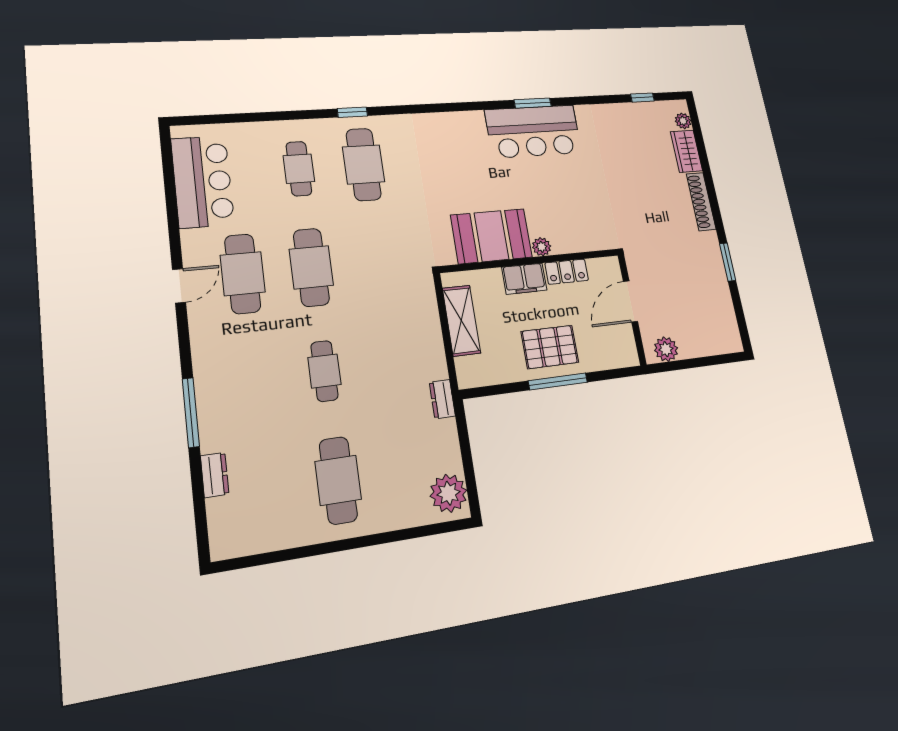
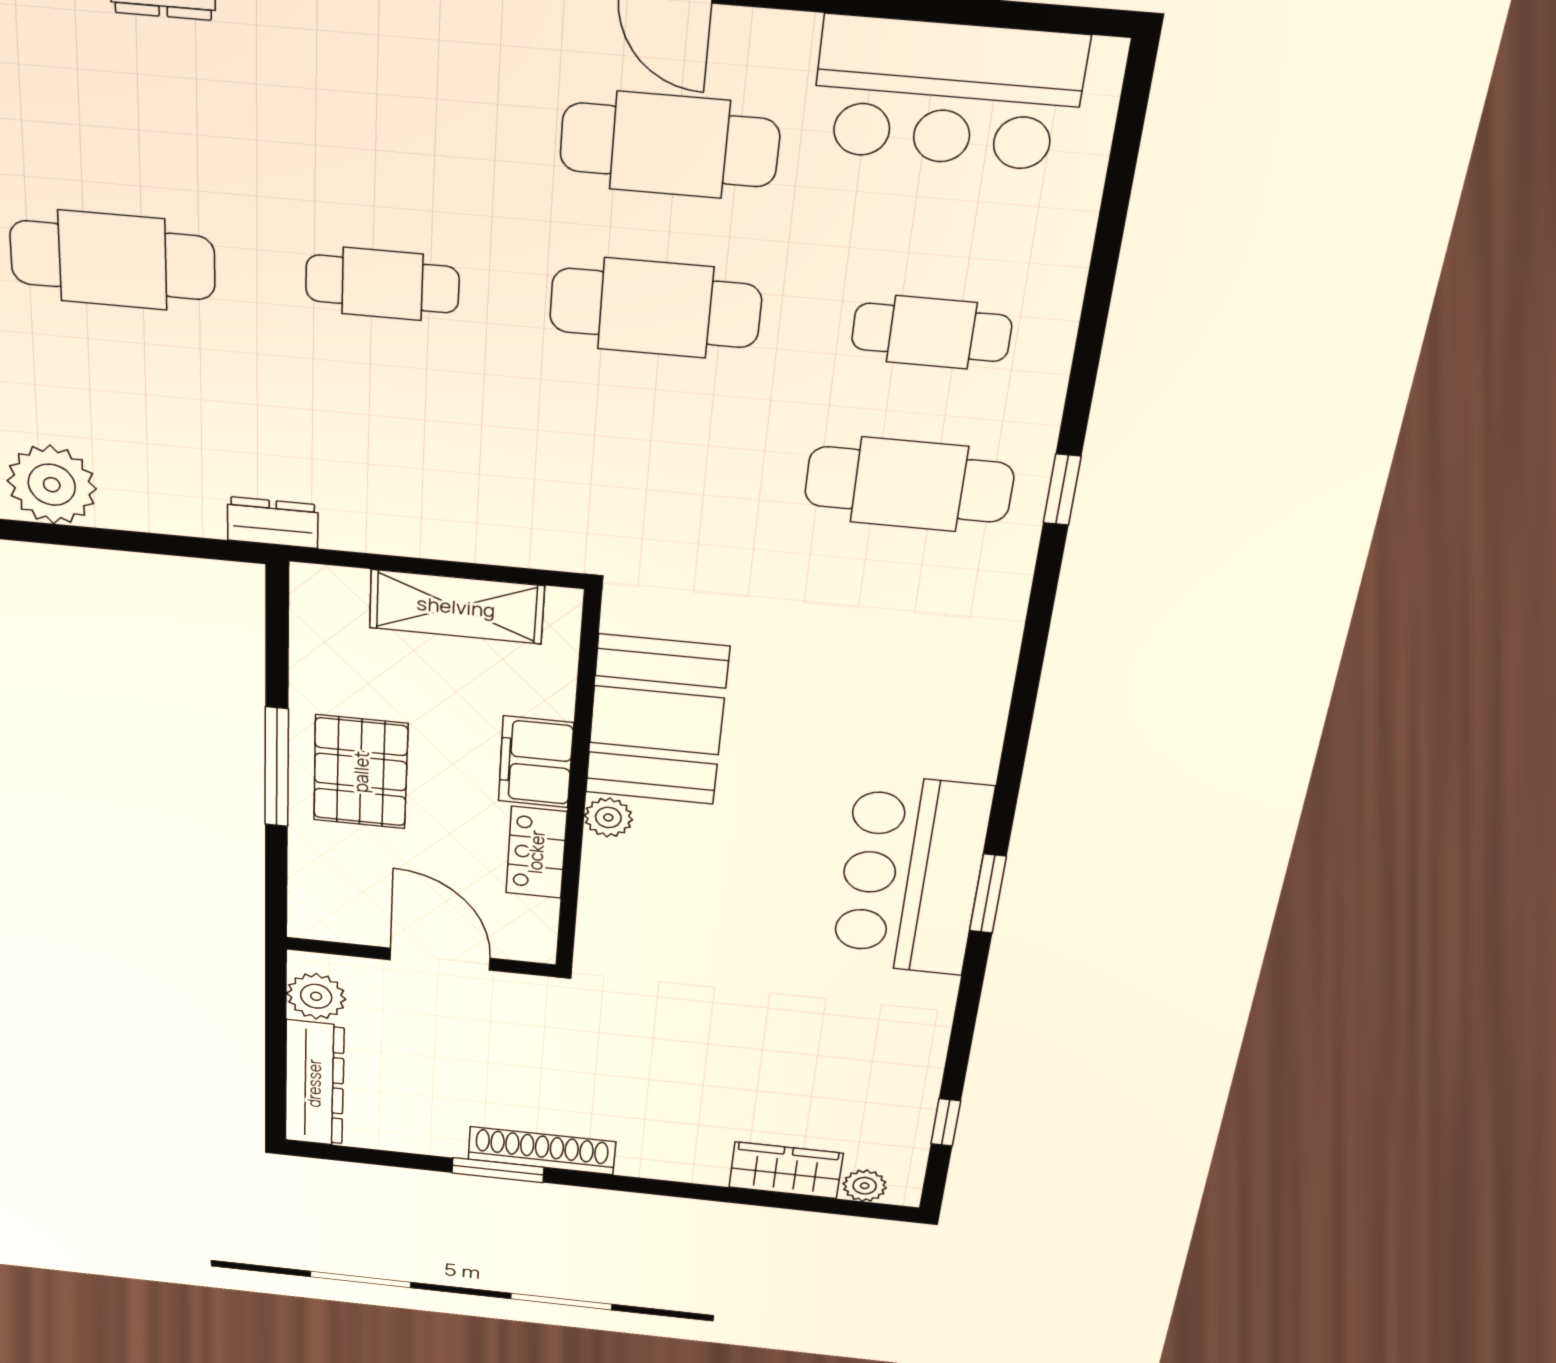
shoe rack: (701, 201) -> (542, 1151), moved
dresser: (711, 344) -> (314, 1083), added

